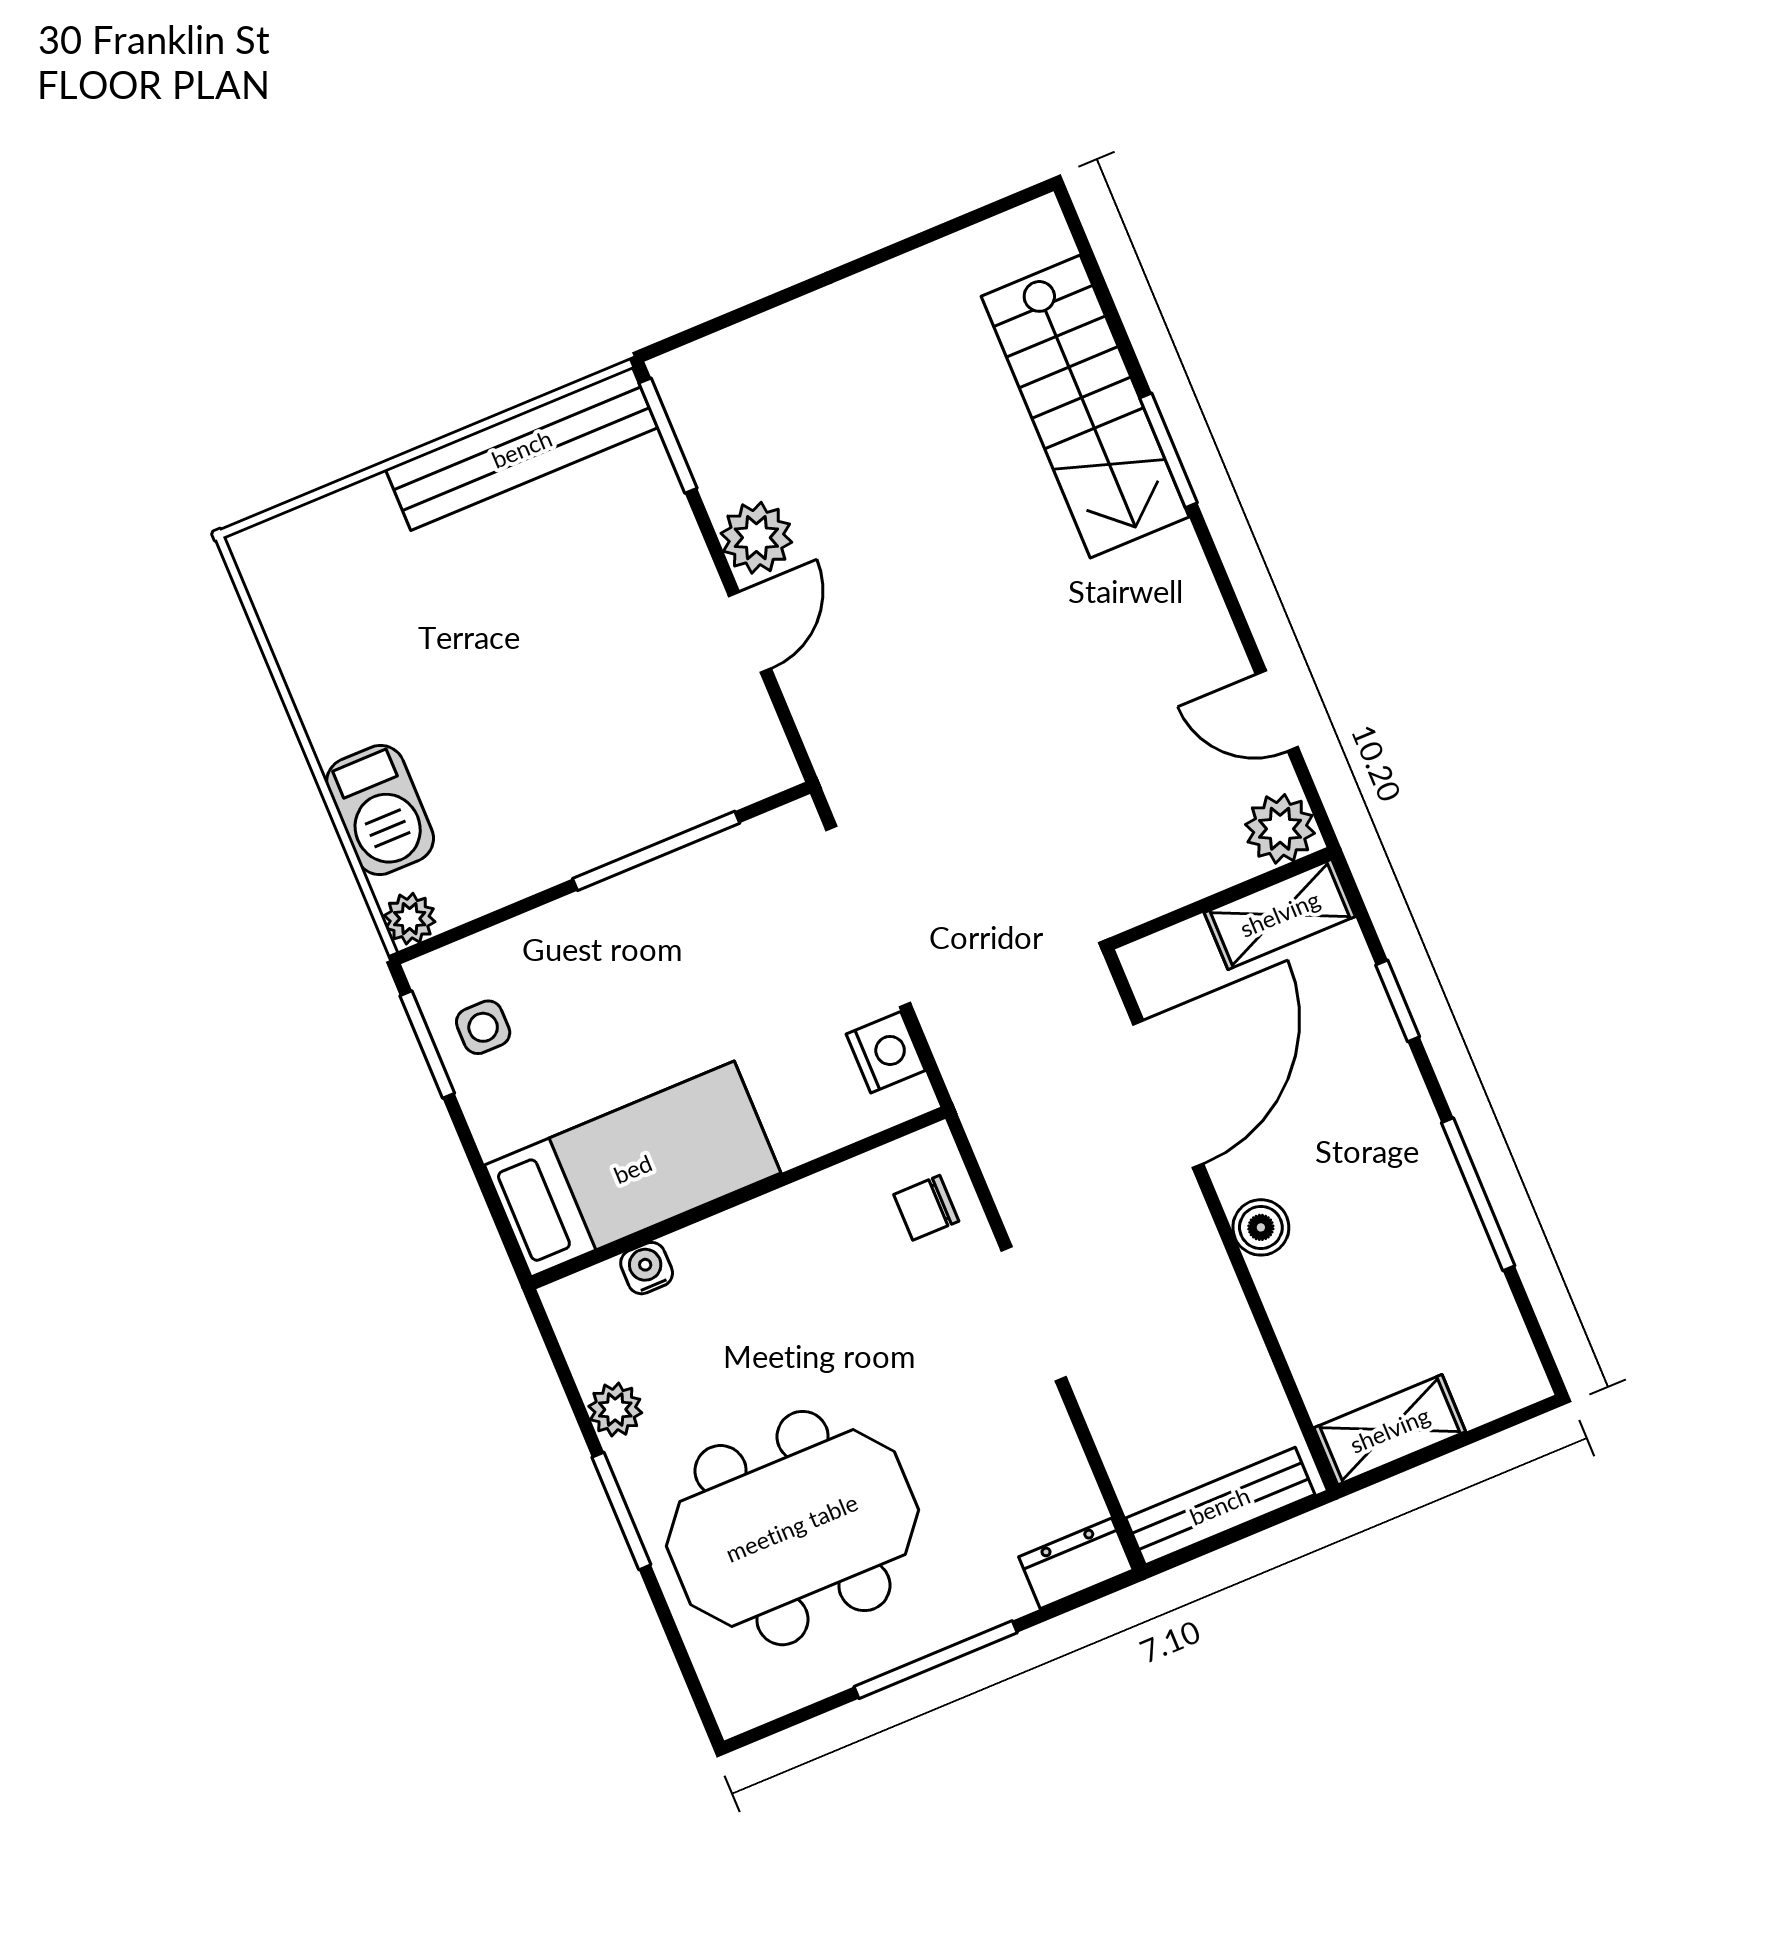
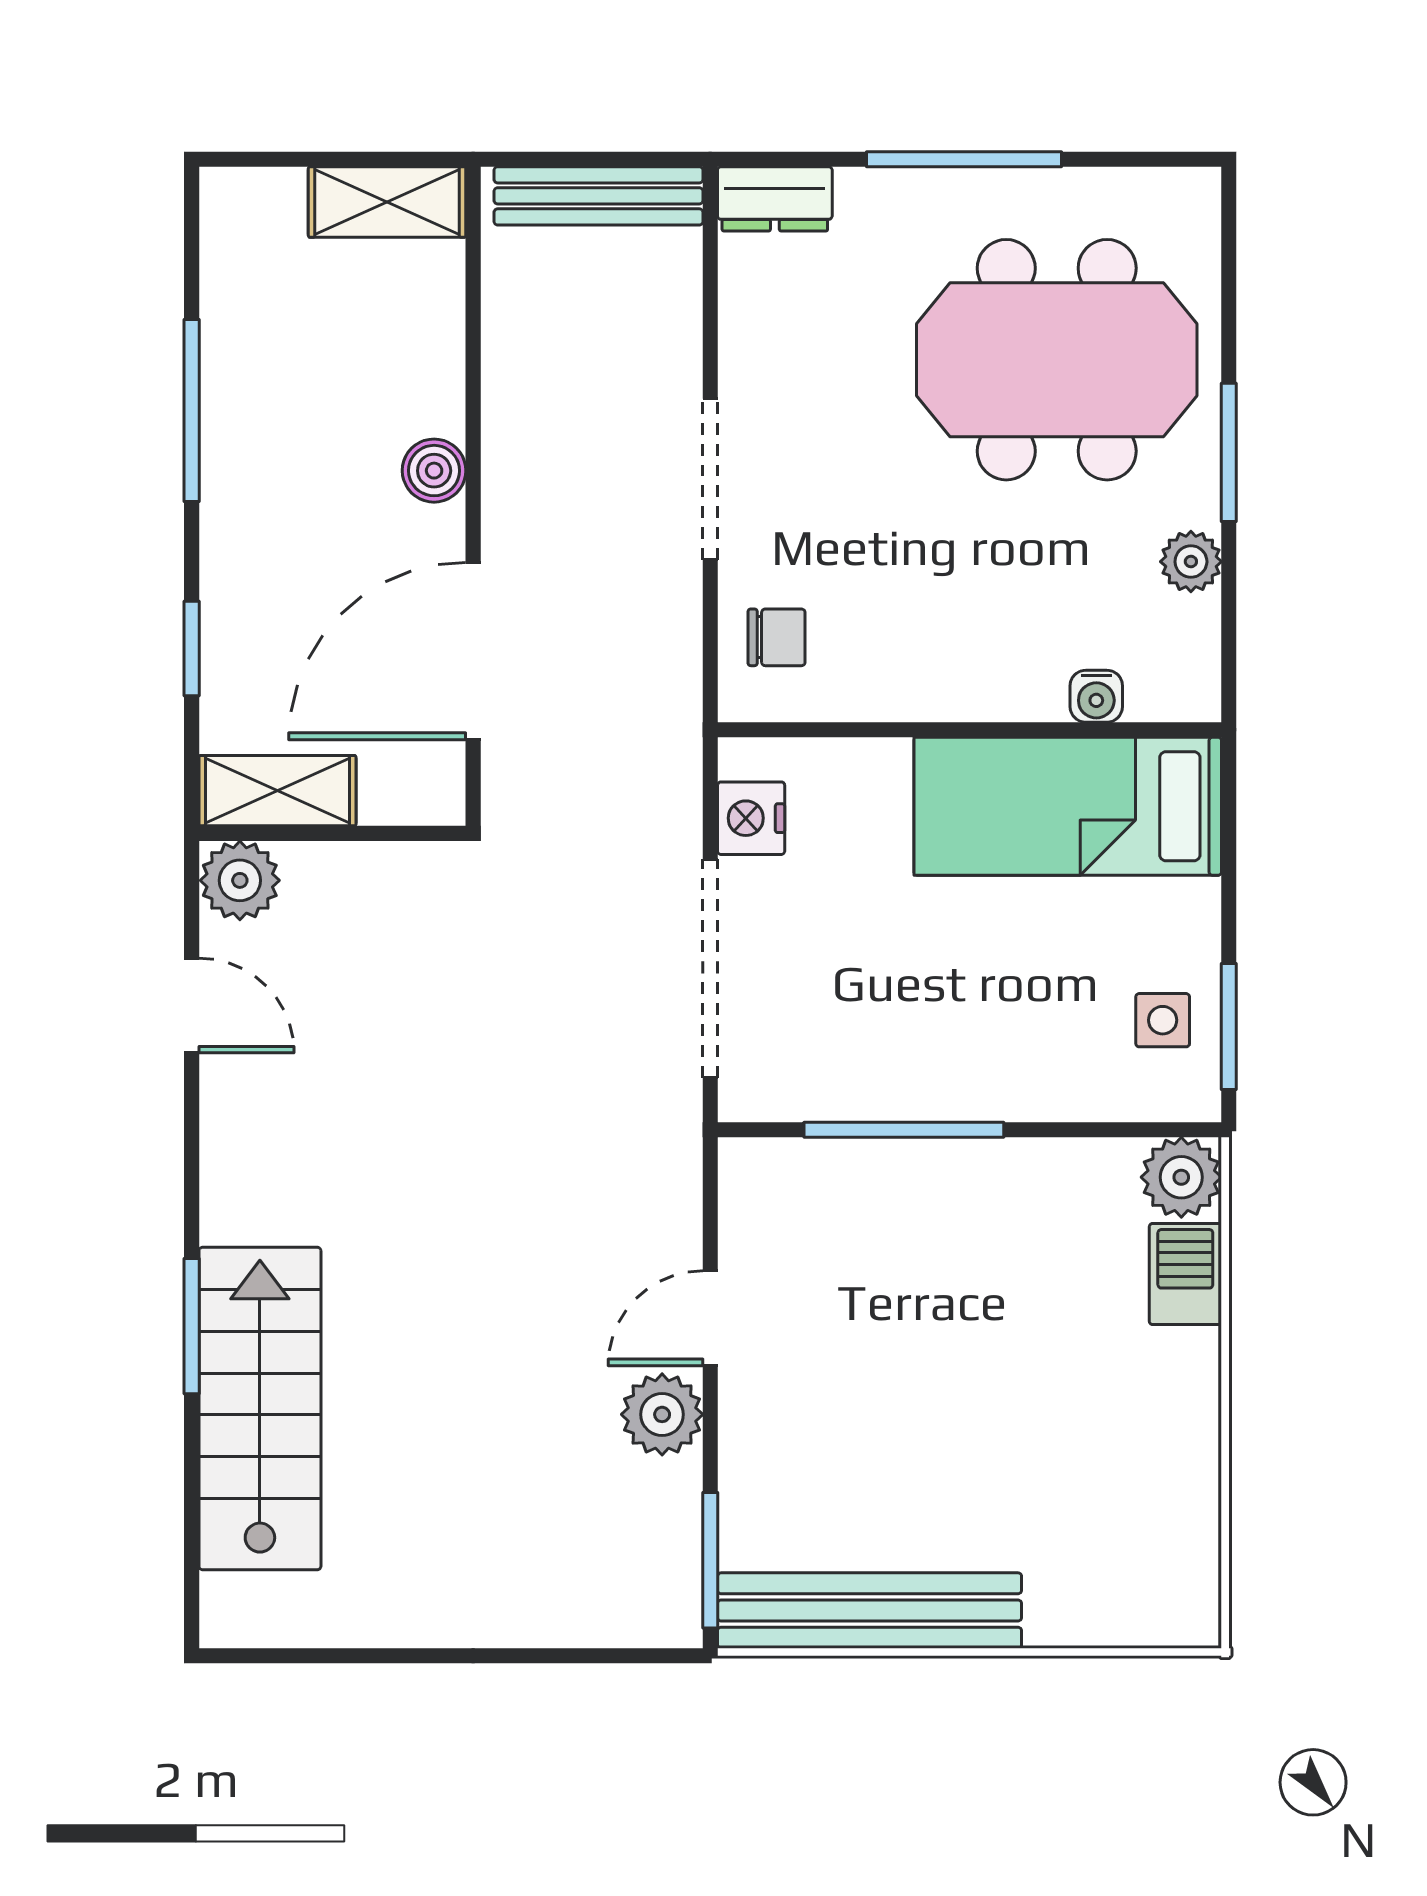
barbecue: (380, 810) -> (1185, 1274), width x0.73, depth x0.79
plant: (410, 919) -> (1181, 1177), width x1.38, depth x1.38

